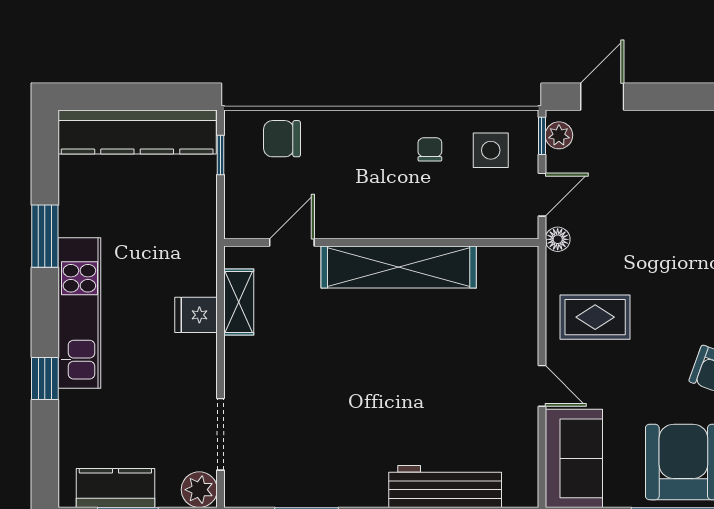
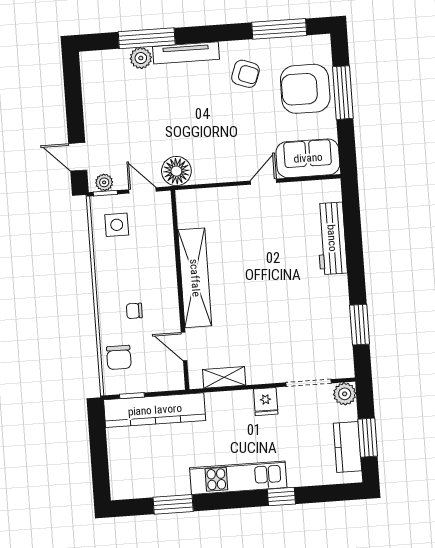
kitchen counter: (137, 132) -> (155, 410), moved, turned 90
chair: (430, 149) -> (134, 311), moved
window: (45, 236) -> (173, 504), moved
floor lamp: (558, 239) -> (176, 171), width x1.89, depth x1.89
fridge: (196, 315) -> (266, 402), moved
rug: (595, 317) -> (218, 151), removed

